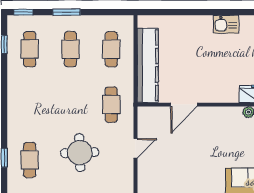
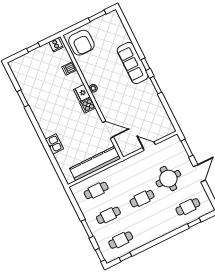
kitchen sink: (226, 24) -> (54, 144), moved
cooker: (229, 94) -> (88, 105), added
cafe table: (111, 105) -> (142, 199), moved

